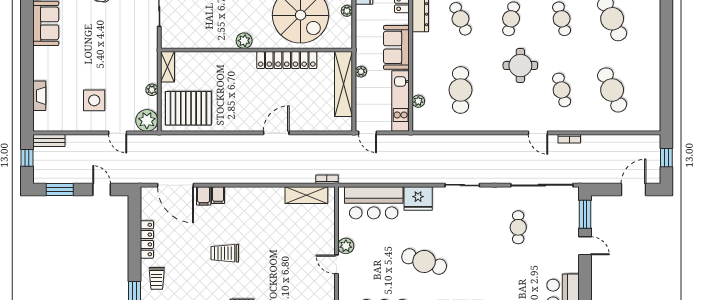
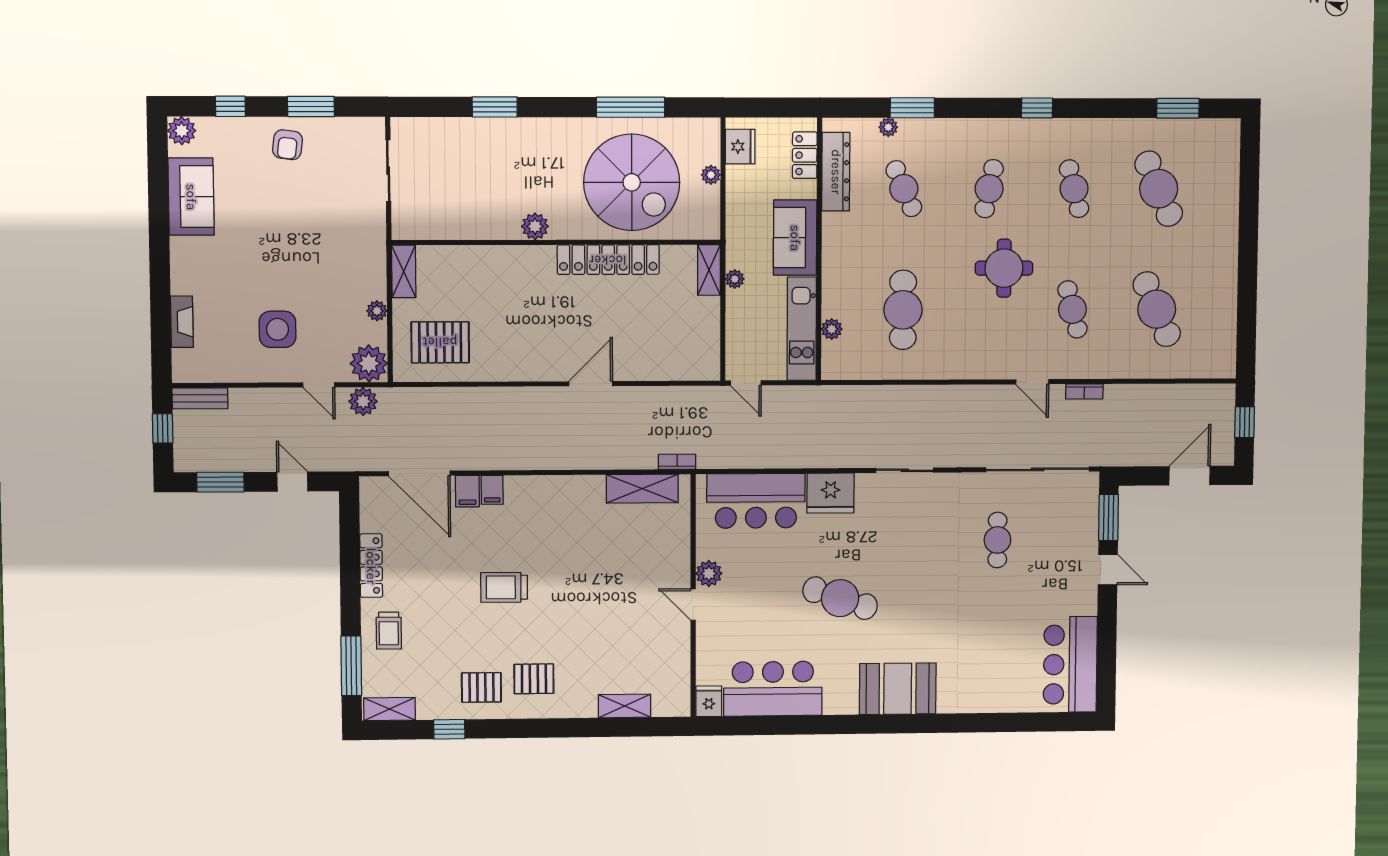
shelving: (344, 84) -> (709, 270), width x0.45, depth x0.75
pallet: (188, 108) -> (440, 342), width x0.73, depth x0.71
plant: (143, 143) -> (363, 401), added

